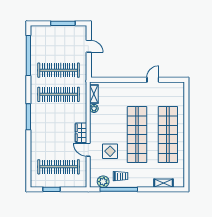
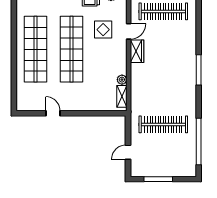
door: (89, 46) -> (128, 152), hinge flipped
door: (153, 80) -> (53, 113), swing flipped
clothes rail: (59, 94) -> (163, 96), removed
door: (88, 150) -> (129, 31), hinge flipped

